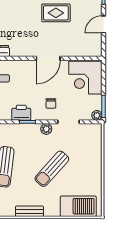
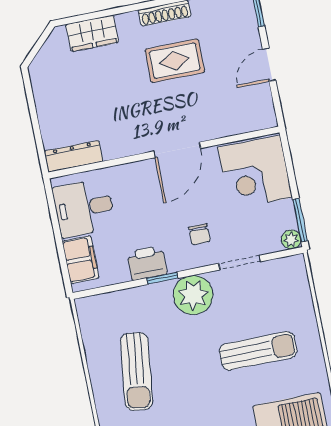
plant: (46, 129) -> (193, 295), width x1.88, depth x1.88
sun lounger: (52, 169) -> (258, 351), moved, turned -132

